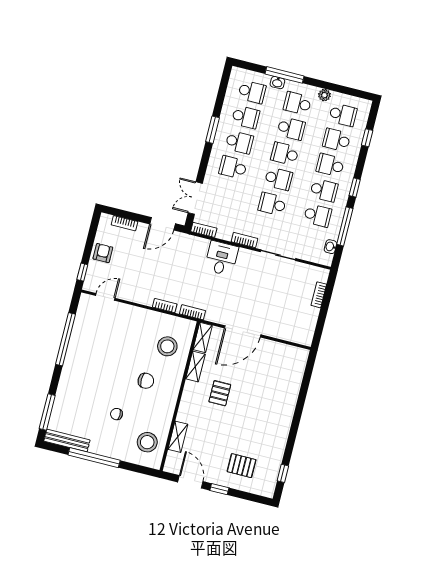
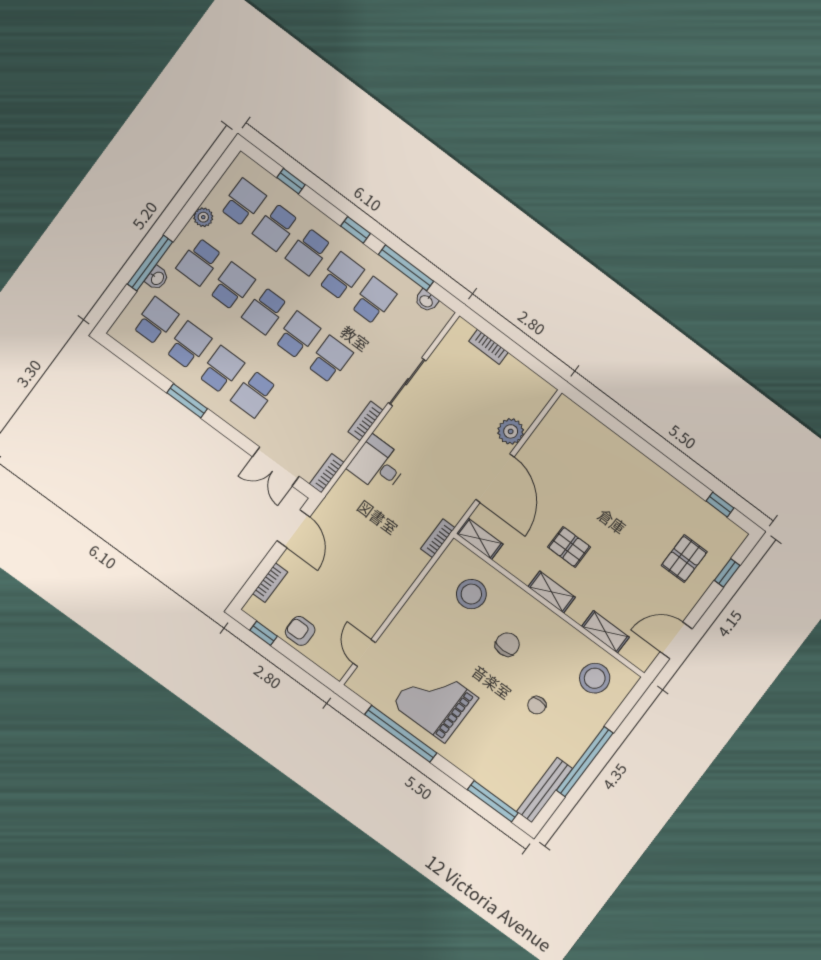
school desk: (272, 204) -> (330, 359), turned 180
window: (82, 272) -> (264, 633), moved
bookcase: (165, 306) -> (412, 574), removed
plant: (274, 329) -> (511, 431), added
grand piano: (94, 352) -> (435, 701), added
shelving: (195, 366) -> (552, 592), moved
window: (219, 489) -> (727, 573), moved

